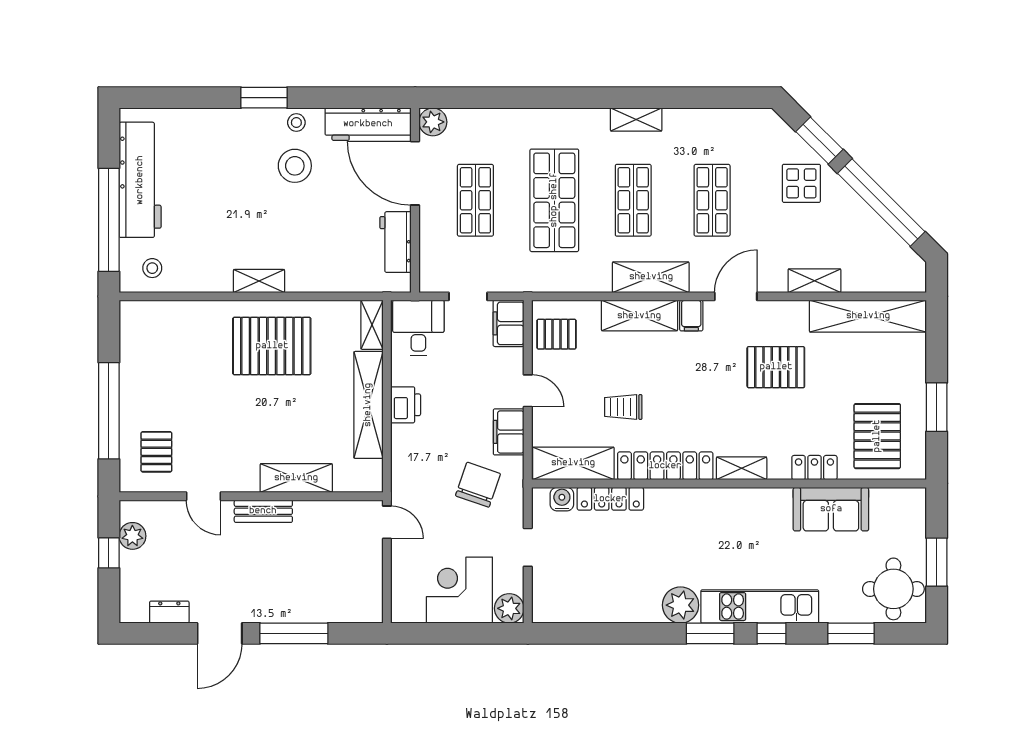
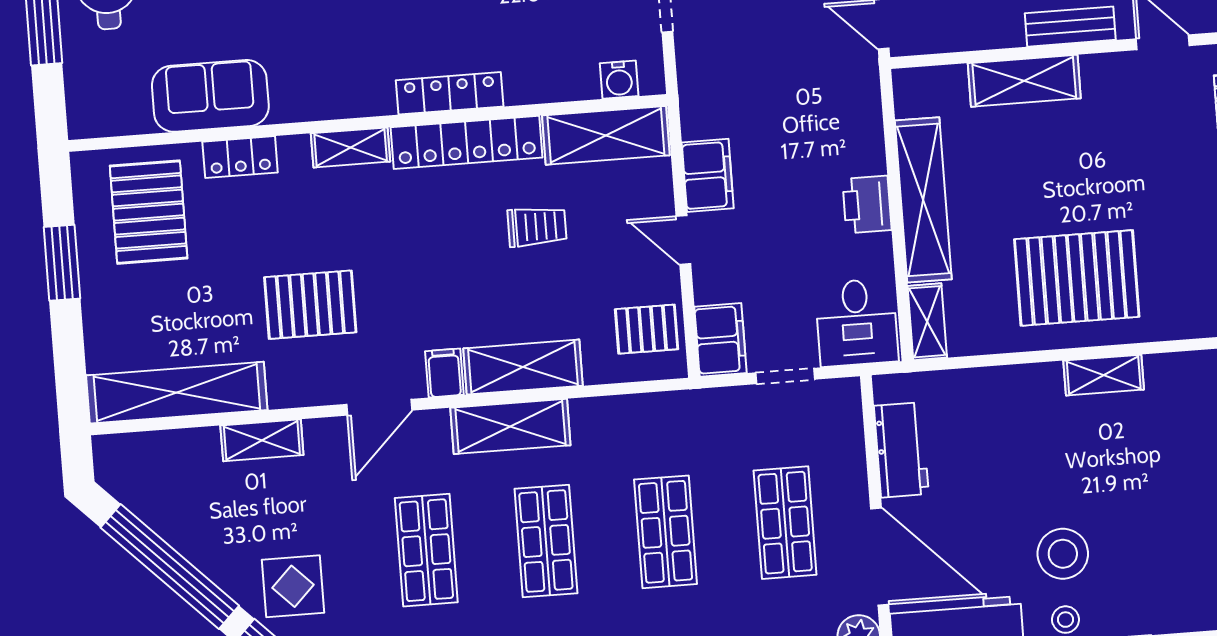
shop shelf: (554, 200) -> (666, 532), width x0.70, depth x0.74
chair: (478, 485) -> (748, 92), removed
locker: (610, 499) -> (450, 93), moved

